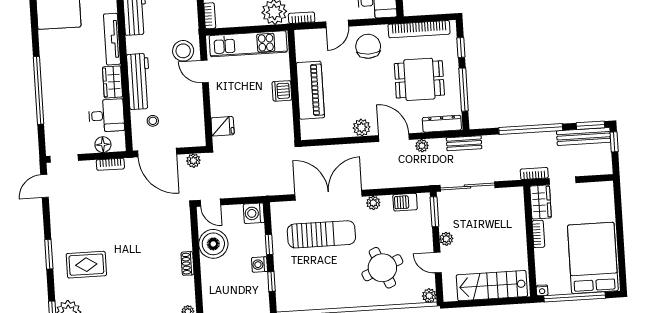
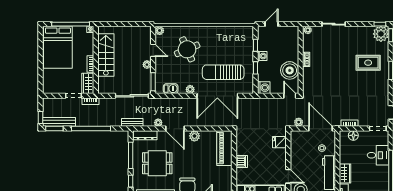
piano: (310, 90) -> (224, 148), moved
desk: (106, 116) -> (378, 155), moved, turned 180
stairs: (492, 286) -> (106, 55), moved, turned -90

